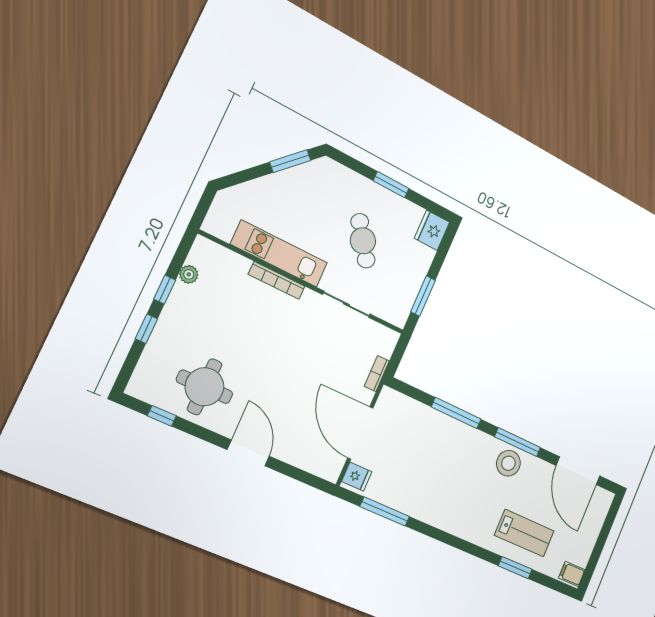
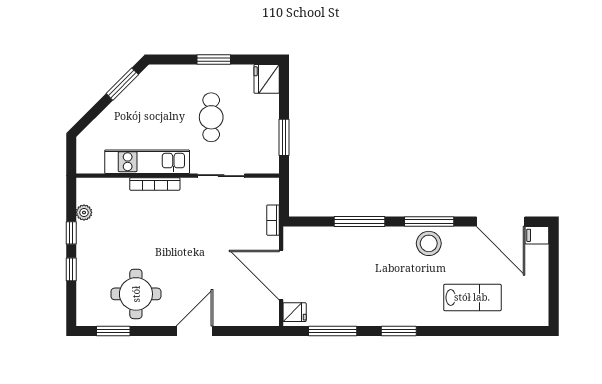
cafe table: (363, 241) -> (211, 117), turned 35
window: (162, 416) -> (113, 331), width x1.50
door: (248, 453) -> (195, 331), hinge flipped
window: (515, 568) -> (399, 331), moved
filing cabinet: (572, 574) -> (537, 235), moved

